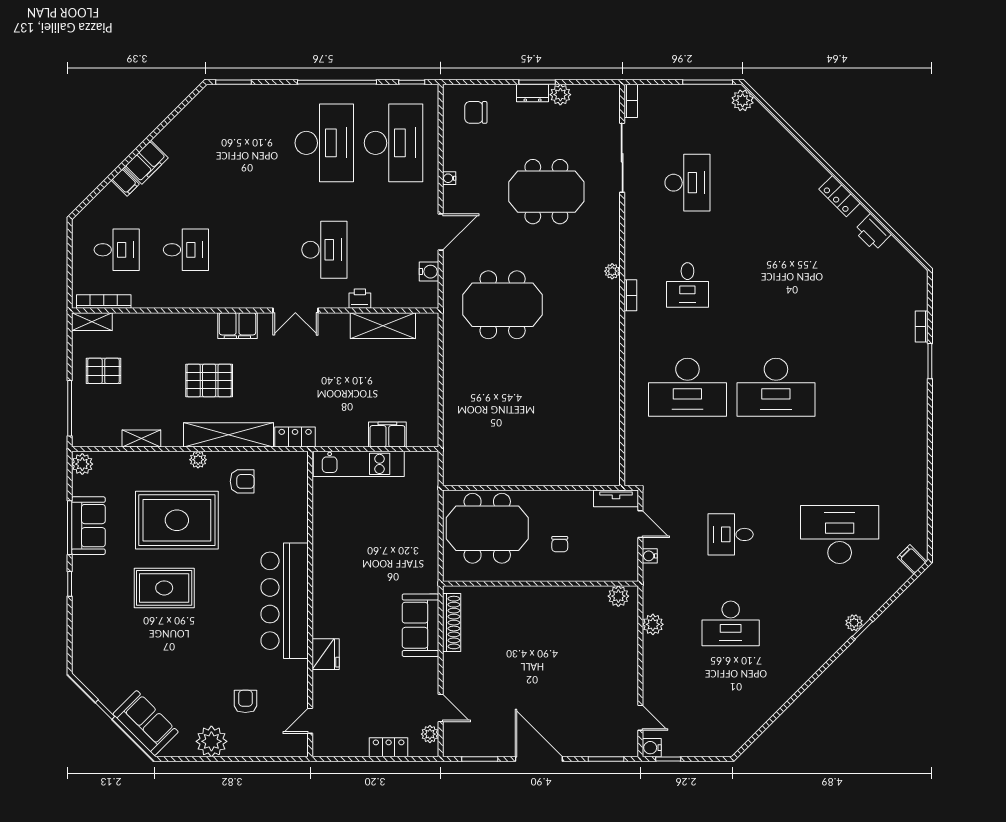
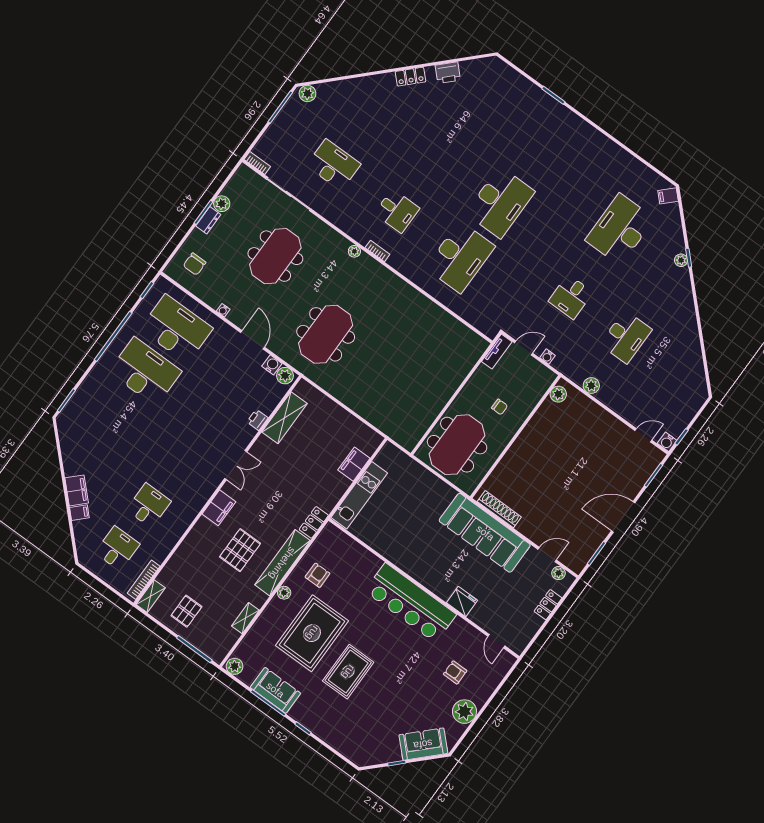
desk: (324, 250) -> (211, 420), removed
plant: (428, 294) -> (285, 376), added
bookcase: (922, 327) -> (528, 85), removed
sofa: (420, 625) -> (485, 533), width x1.85, depth x1.27

